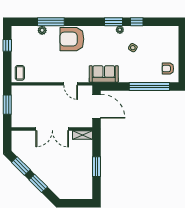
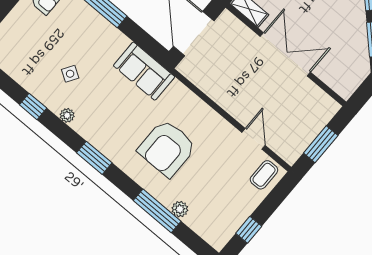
window: (113, 22) -> (94, 158), moved
armchair: (72, 39) -> (167, 148), moved, turned 90
door: (71, 84) -> (253, 139), moved

